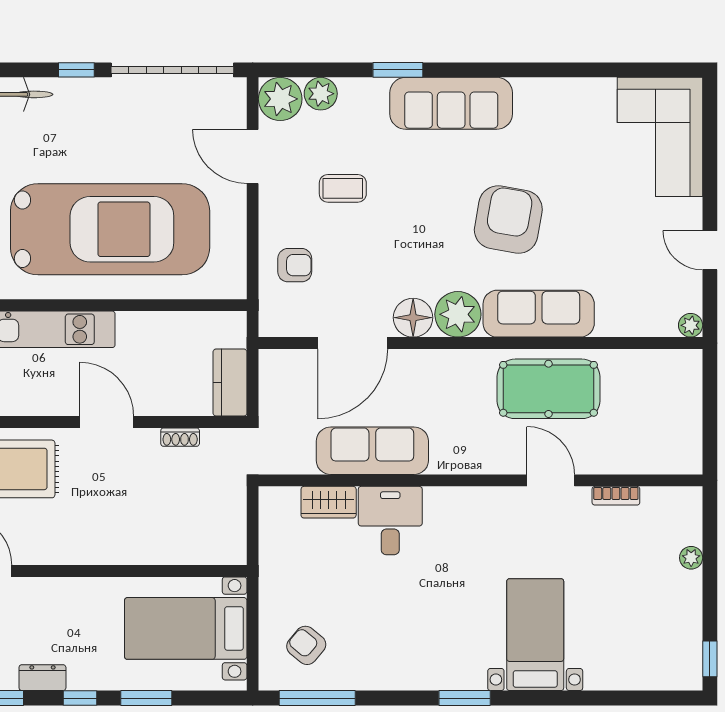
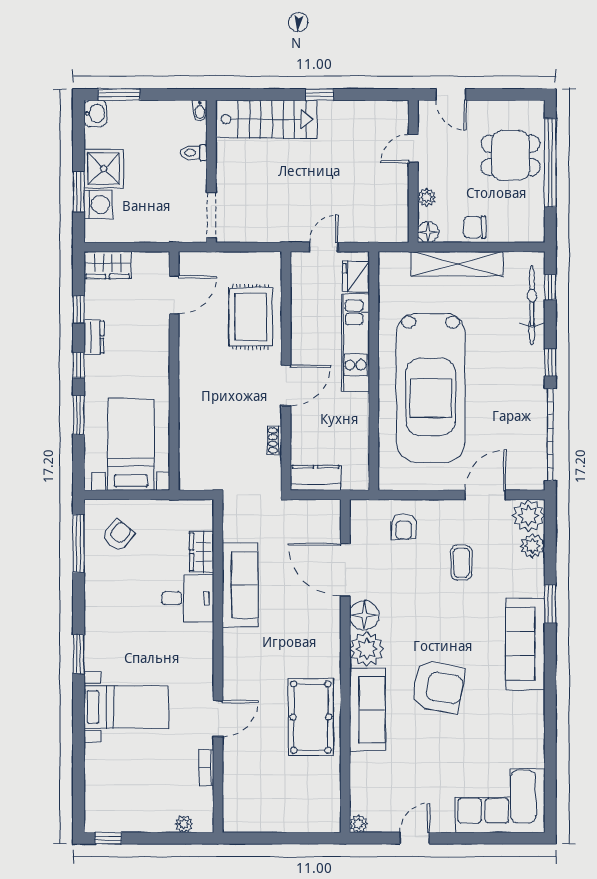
sofa: (372, 451) -> (240, 585), moved
wall: (481, 480) -> (218, 666), moved
door: (551, 480) -> (218, 719), moved
bookcase: (616, 496) -> (206, 768), moved
wardrobe: (329, 502) -> (202, 552), moved
desk: (390, 521) -> (188, 598), moved

